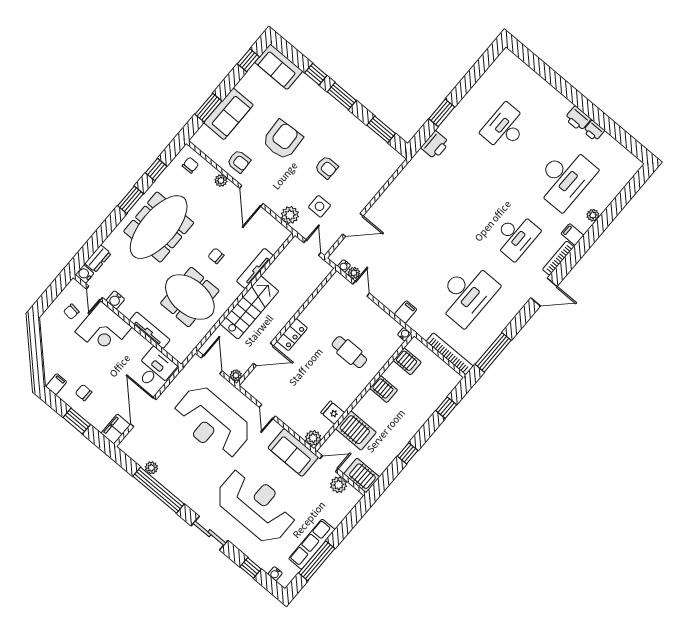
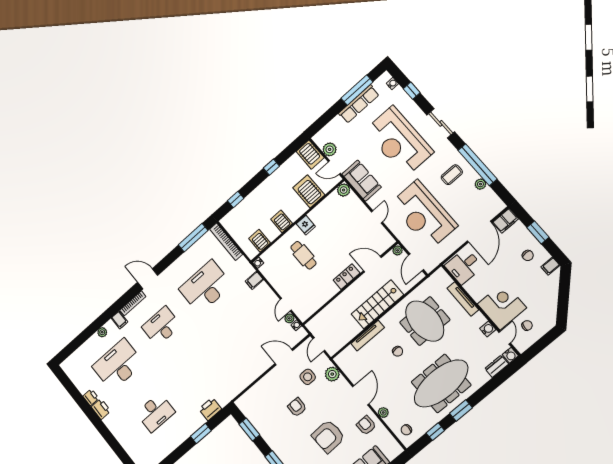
fridge: (333, 413) -> (306, 225), moved
reception desk: (212, 422) -> (423, 215), turned 180
coffee table: (187, 474) -> (452, 175), added

